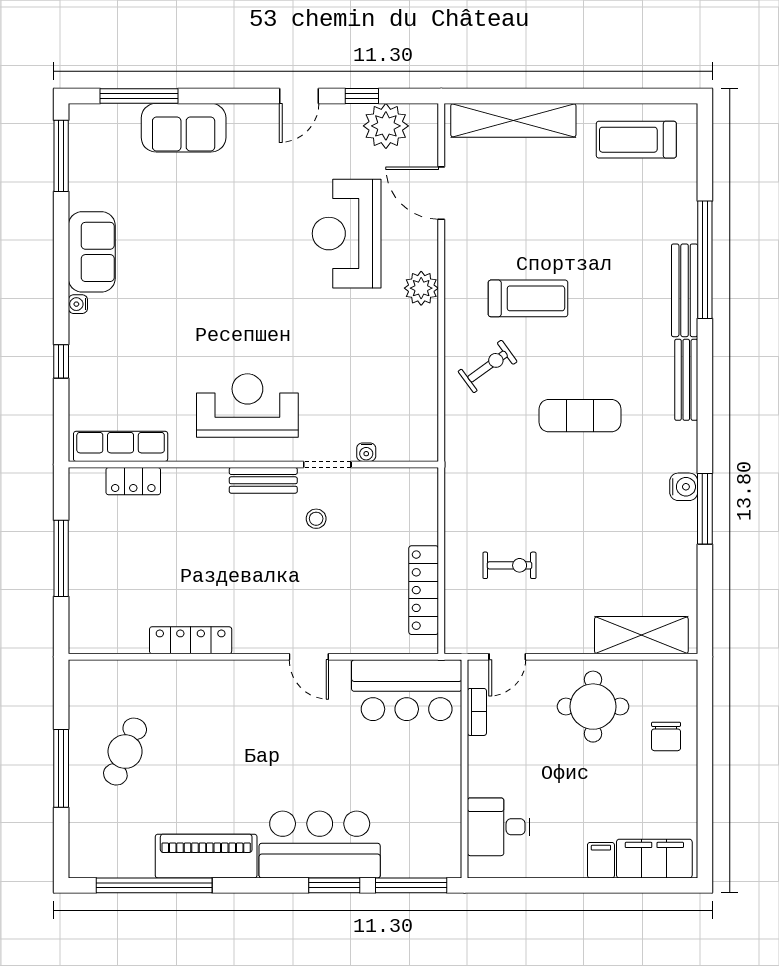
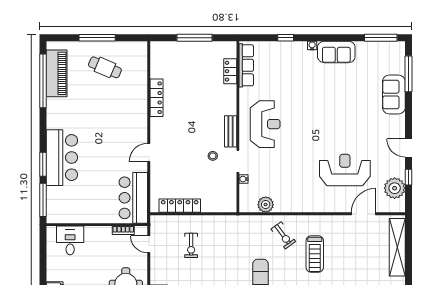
plant: (421, 288) -> (266, 205), moved
piano: (206, 856) -> (57, 73), moved

